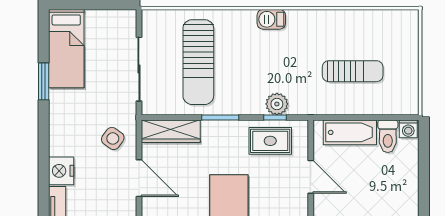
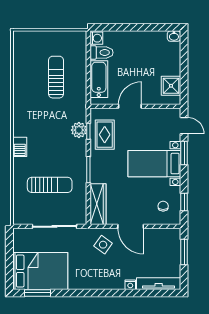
barbecue: (271, 19) -> (20, 147), moved
bed: (66, 49) -> (40, 271), width x1.50
sun lounger: (198, 62) -> (50, 185), width x0.73, depth x0.75
window: (44, 81) -> (38, 293), moved
nightstand: (61, 171) -> (130, 285), width x0.53, depth x0.56
door: (139, 178) -> (131, 226), swing flipped

